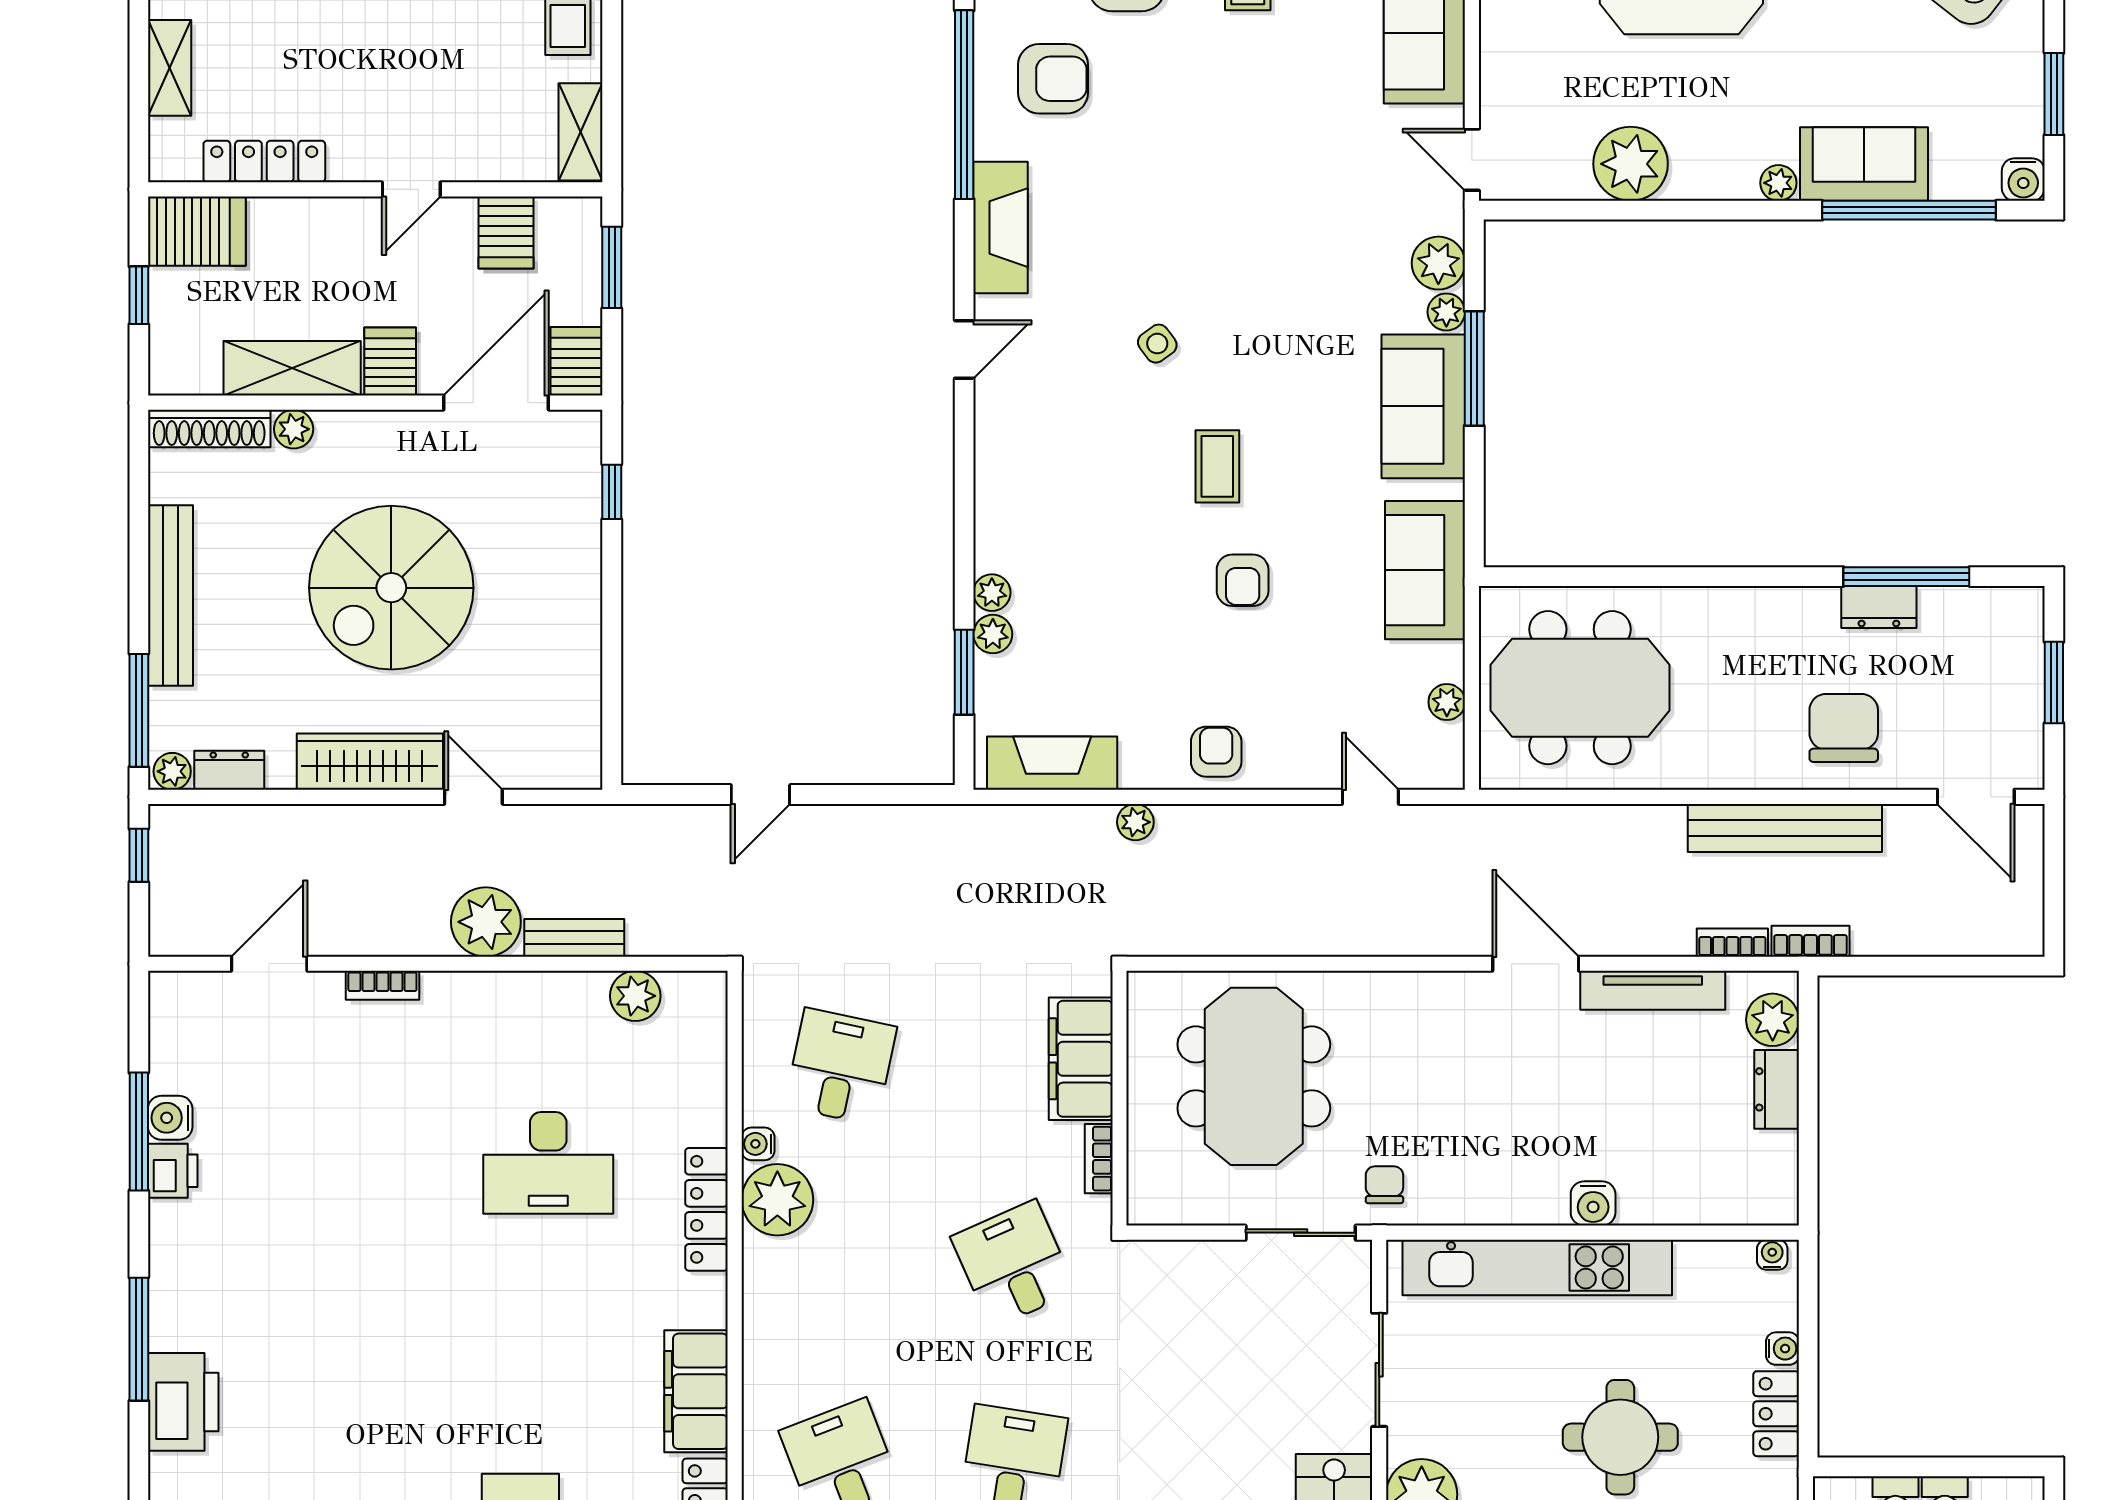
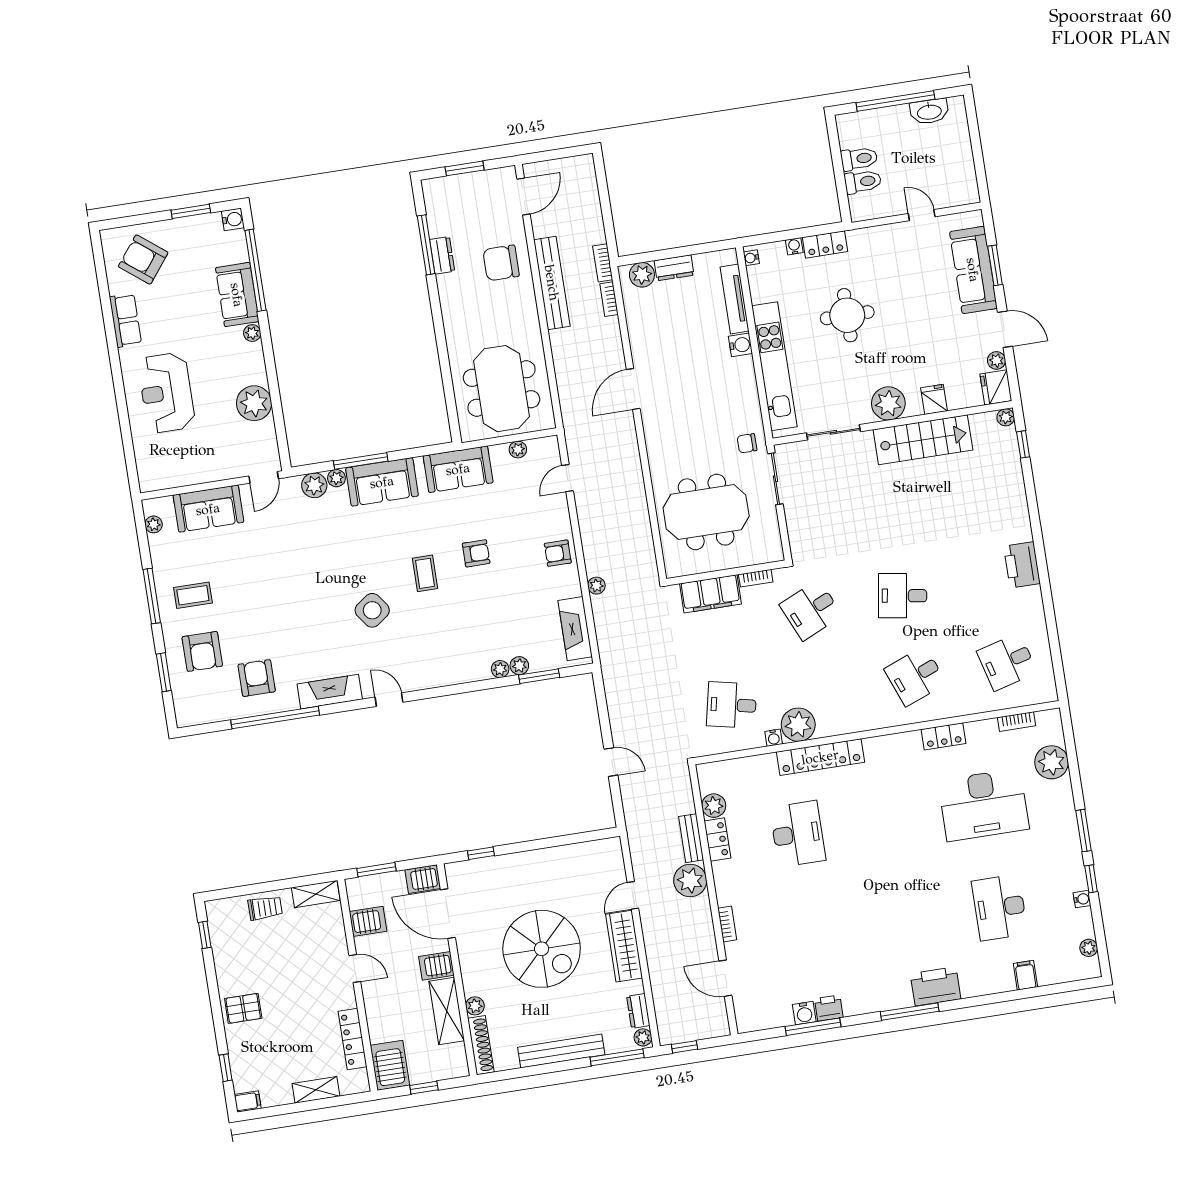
side table: (1157, 344) -> (372, 610), width x1.87, depth x1.87
coffee table: (1217, 466) -> (425, 573), turned 90
tv unit: (1653, 990) -> (735, 299), moved, turned 180
locker: (563, 993) -> (717, 839), added
locker: (706, 1209) -> (820, 757), width x1.41, depth x1.21
filing cabinet: (696, 1391) -> (893, 749), removed

